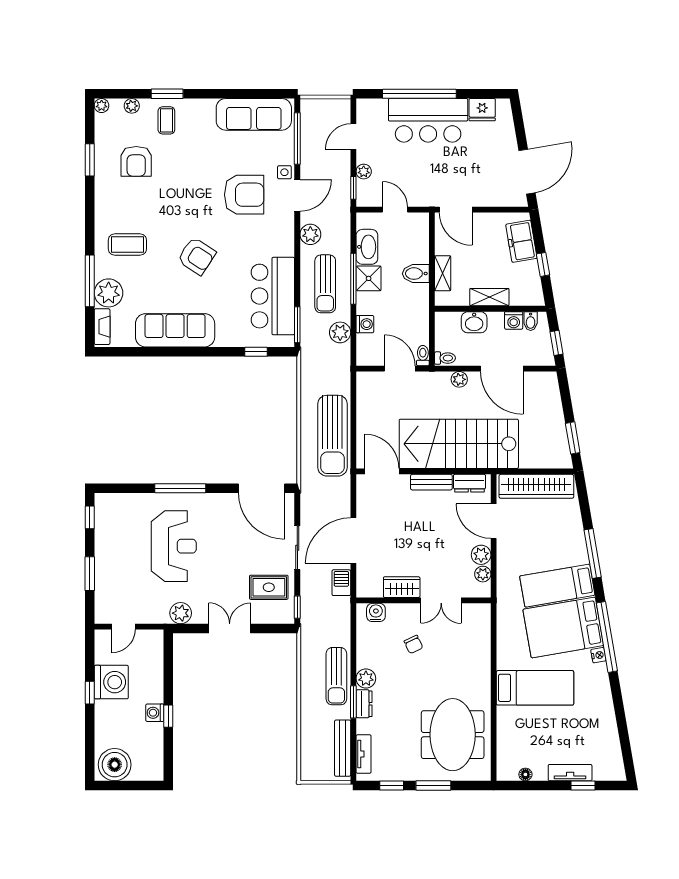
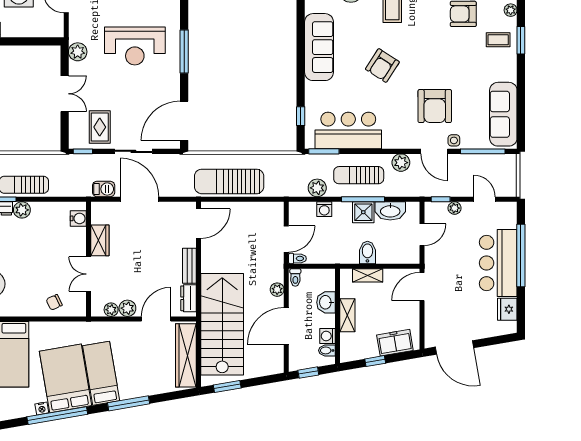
stairs: (459, 444) -> (222, 324), moved
chair: (413, 644) -> (54, 302), moved

